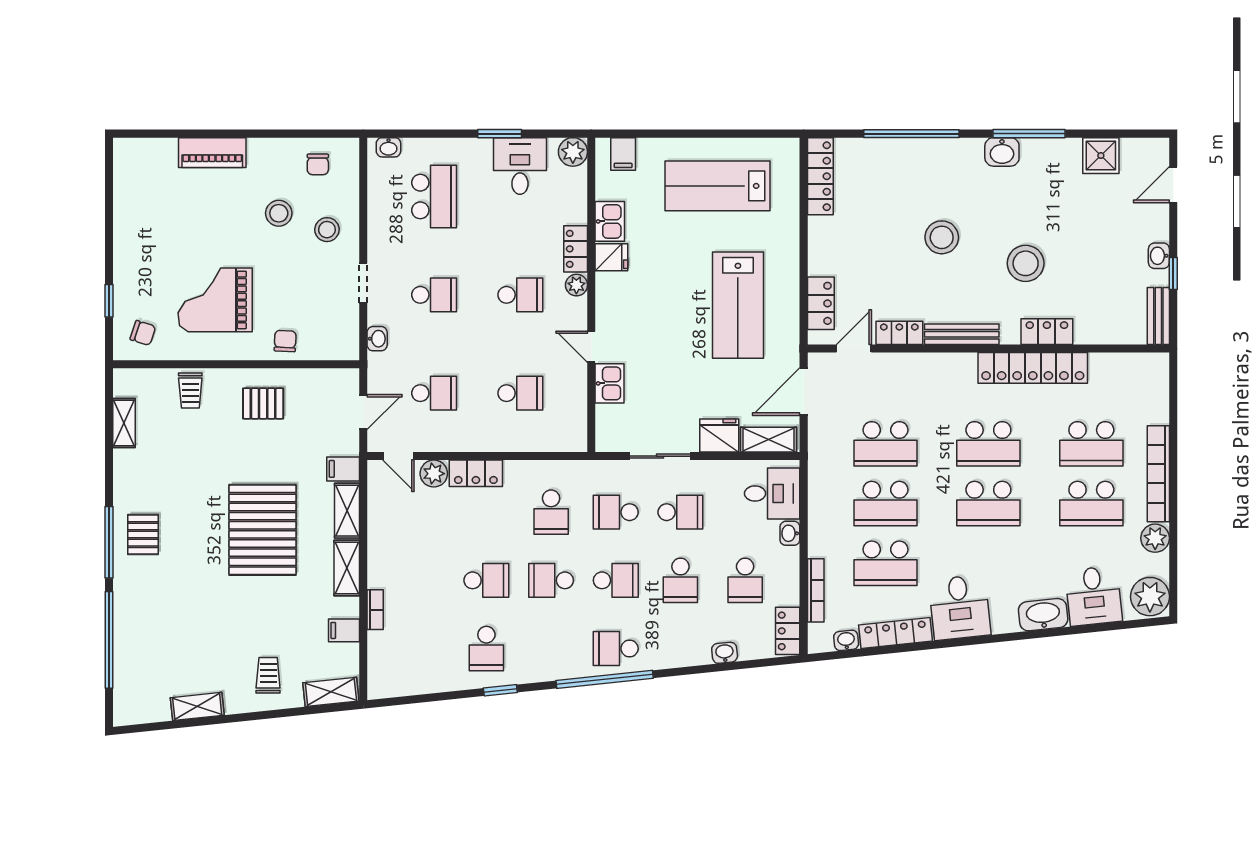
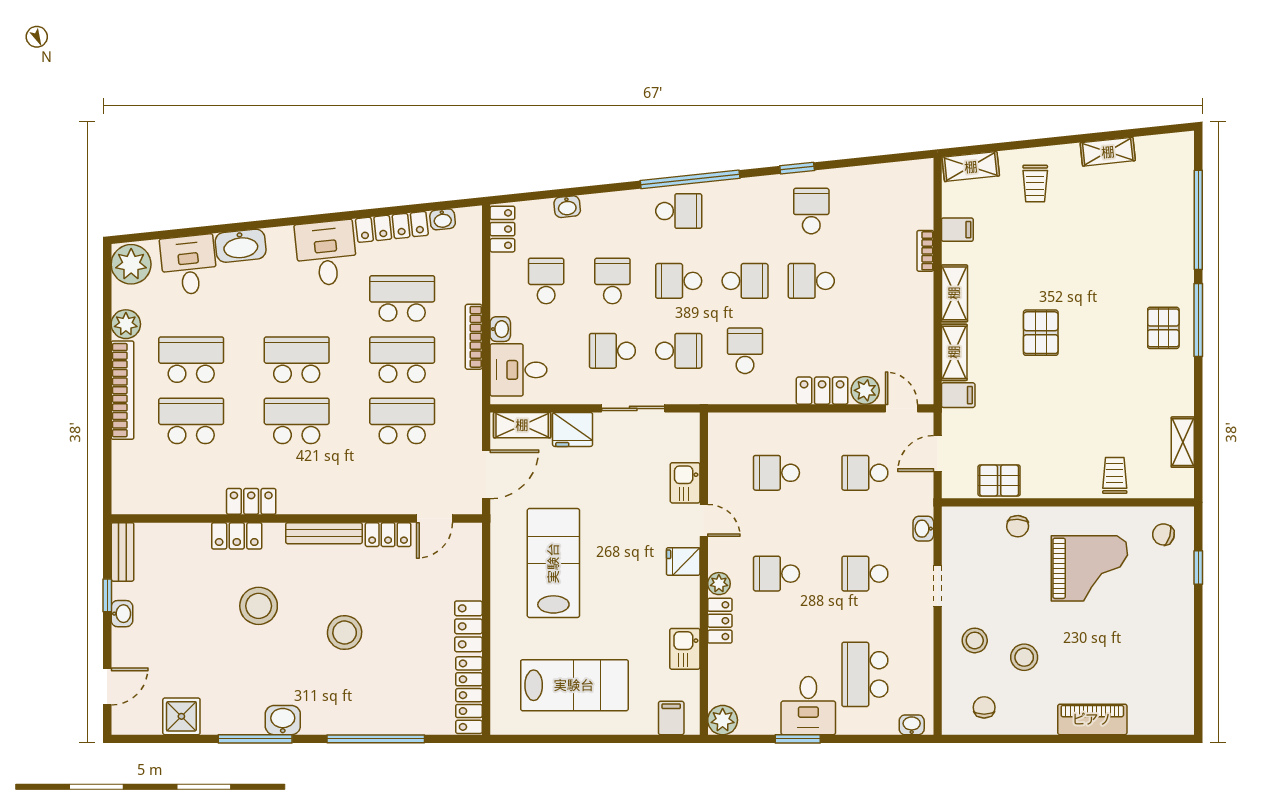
desk: (520, 166) -> (808, 706), moved
fridge: (611, 257) -> (683, 562), moved
locker: (821, 303) -> (468, 626), moved
locker: (1033, 368) -> (251, 501), width x0.46, depth x0.83
pallet: (263, 403) -> (999, 480), moved
pallet: (263, 530) -> (1041, 333), width x0.49, depth x0.50
bookcase: (816, 590) -> (474, 337), moved

